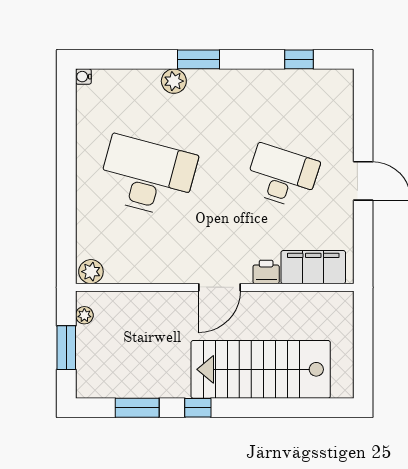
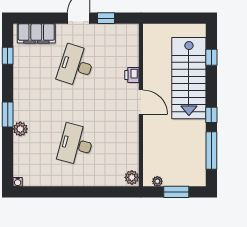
desk: (147, 176) -> (76, 144), width x0.73, depth x0.77
window: (363, 228) -> (106, 18), added
filing cabinet: (313, 267) -> (36, 33), moved, turned -90
window: (137, 408) -> (211, 150), width x1.44
window: (296, 408) -> (211, 57), added

